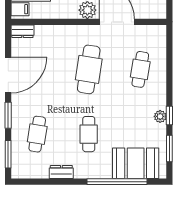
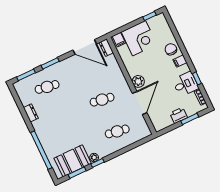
cafe table: (89, 69) -> (102, 100), width x0.73, depth x0.74
door: (8, 75) -> (85, 47), moved
cafe table: (89, 134) -> (62, 119), removed
booth: (136, 163) -> (73, 161), moved, turned 90

